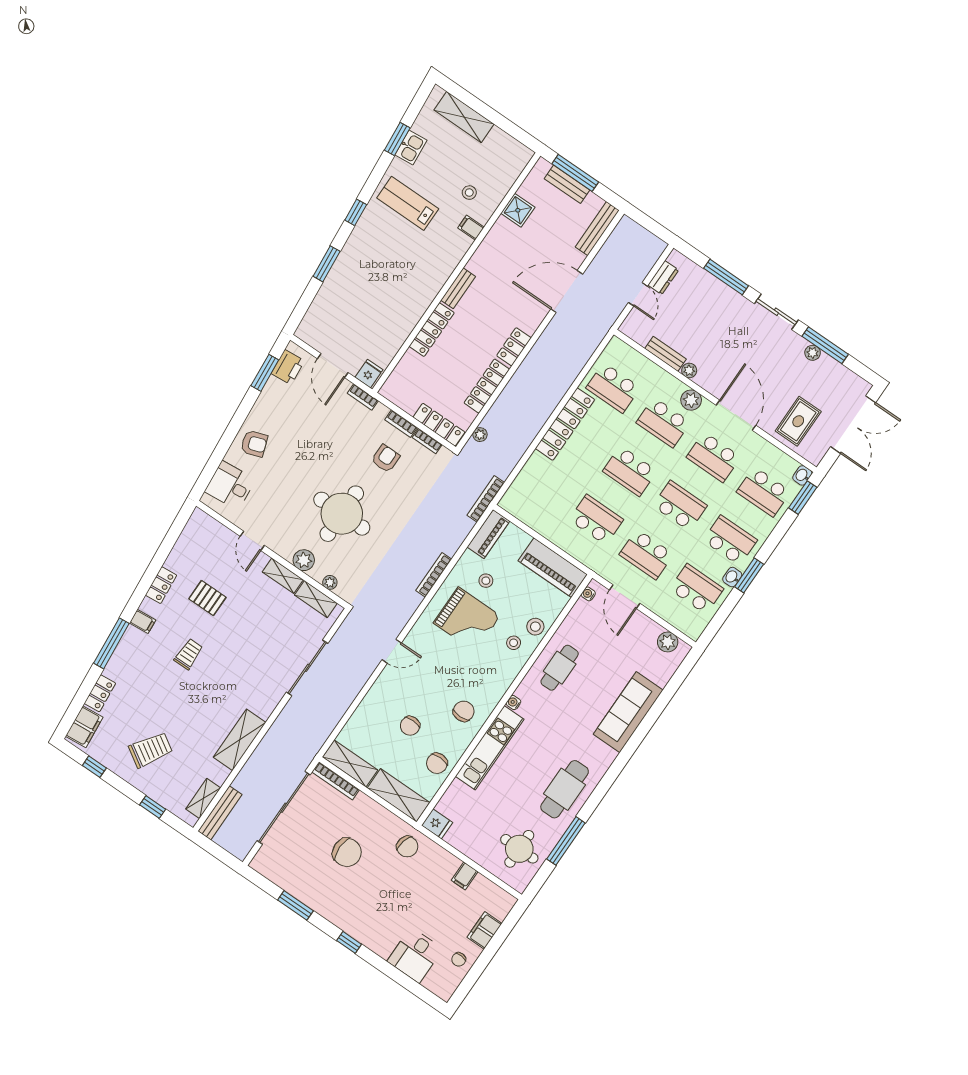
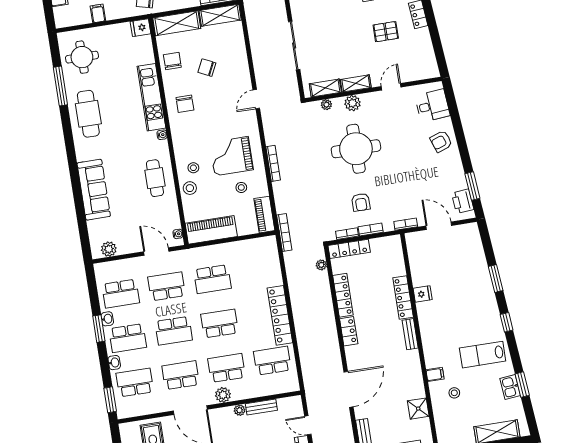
lab bench: (408, 203) -> (483, 355), turned 180
fridge: (369, 374) -> (423, 294), moved, turned -90
washbasin: (802, 475) -> (114, 363), moved
door: (252, 541) -> (391, 87), hinge flipped
chair: (410, 726) -> (207, 68), turned -64

